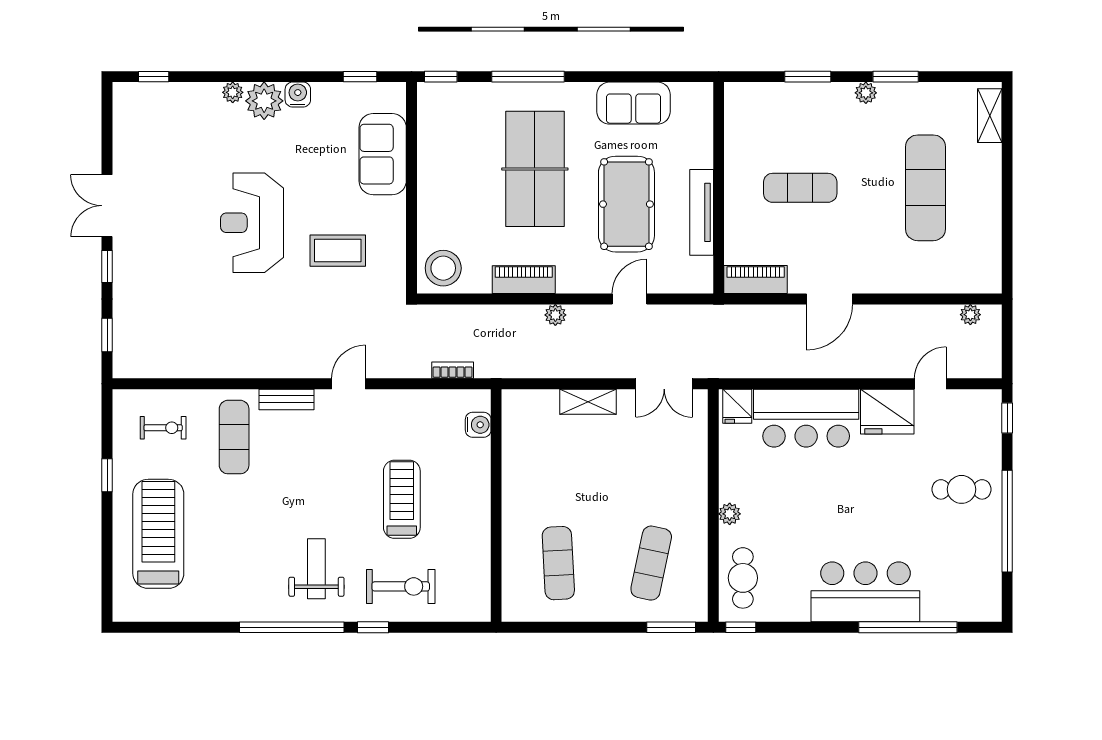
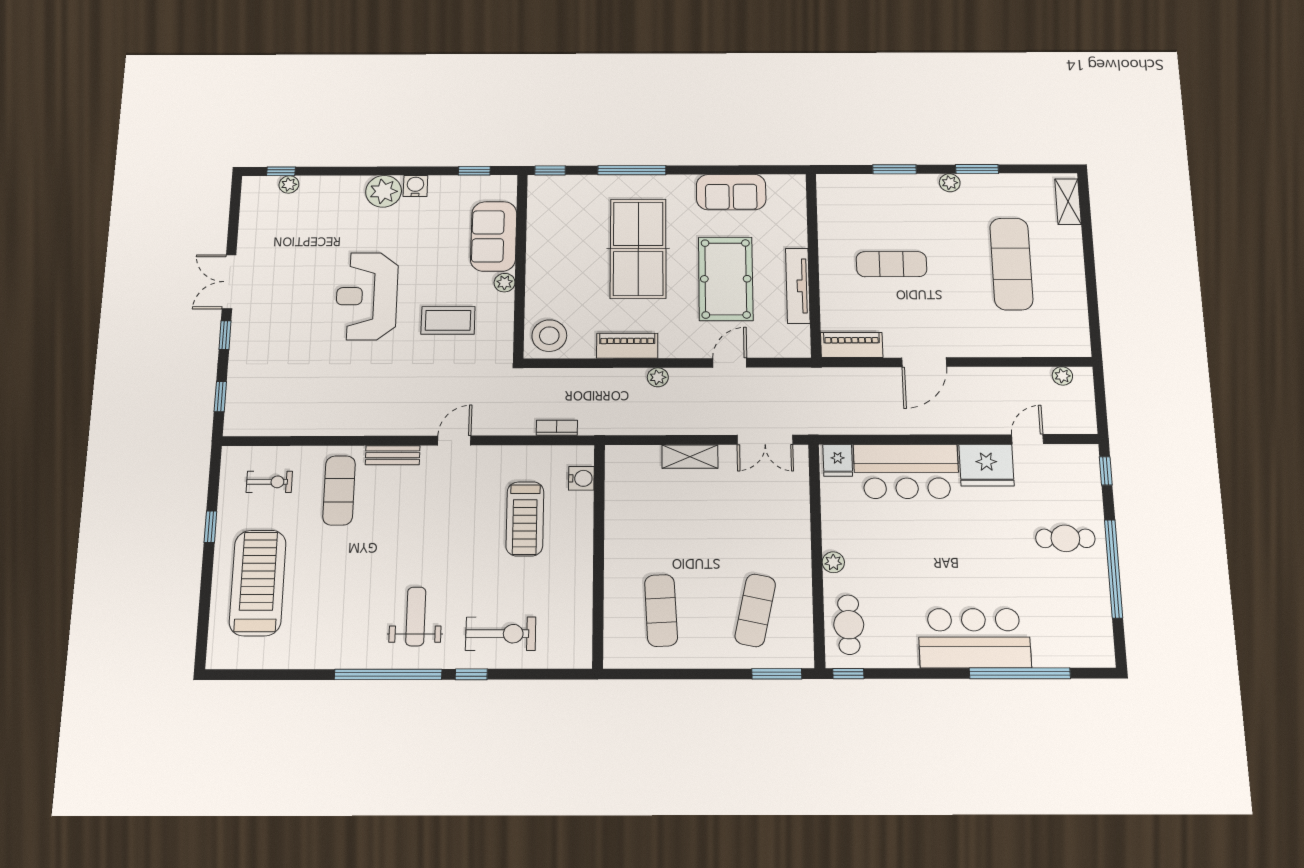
plant: (233, 92) -> (289, 185), moved
plant: (395, 208) -> (505, 283), added
treadmill: (402, 499) -> (525, 519), moved, turned 180

